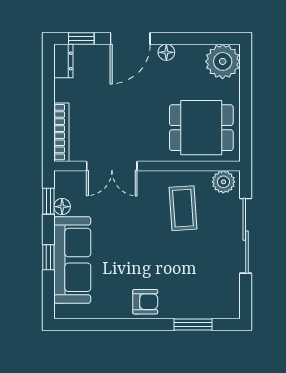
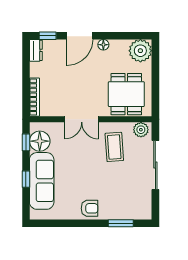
dining table: (201, 128) -> (126, 94), turned 90
double door: (112, 166) -> (82, 119), moved
floor lamp: (62, 207) -> (40, 141), width x1.89, depth x1.89

